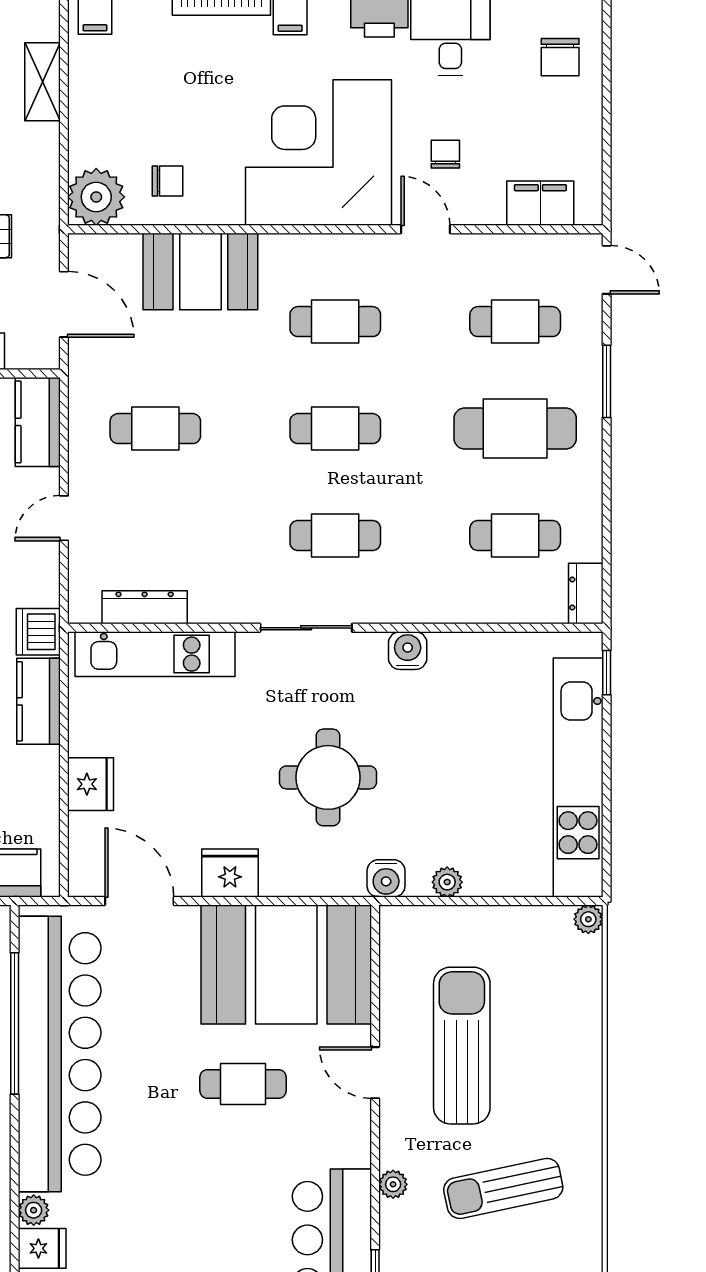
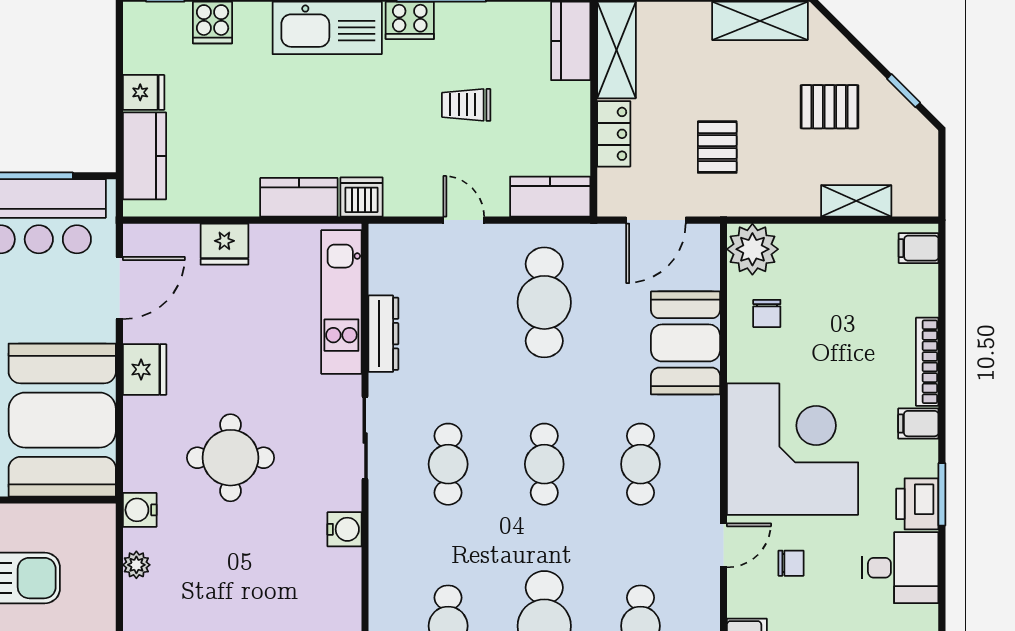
cafe table: (155, 429) -> (544, 302), width x1.37, depth x1.35
dresser: (145, 607) -> (383, 334), moved

